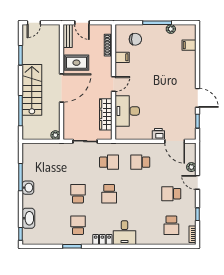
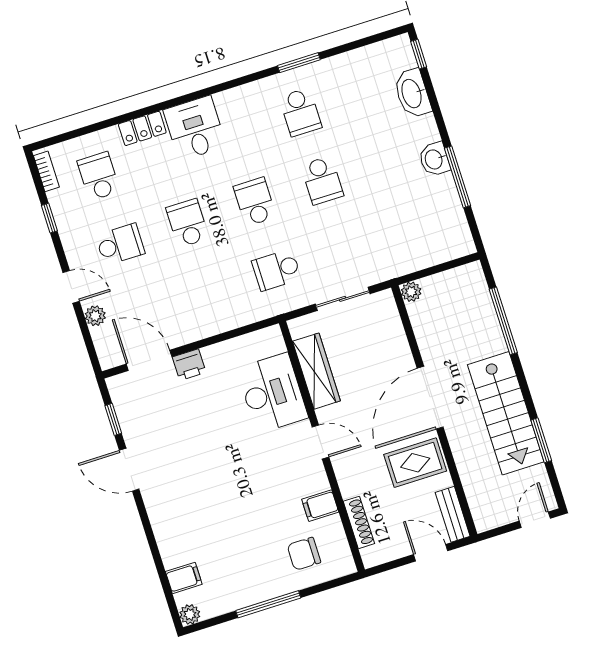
plant: (171, 29) -> (190, 614), moved
door: (114, 84) -> (320, 442), swing flipped
stairs: (32, 90) -> (506, 413), moved
school desk: (140, 162) -> (187, 223), moved, turned -90
locker: (102, 239) -> (142, 128), moved

